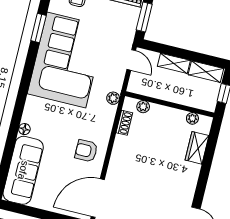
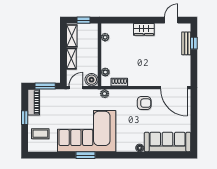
window: (38, 28) -> (85, 155), moved
boiler: (137, 85) -> (92, 80), added
wardrobe: (197, 148) -> (144, 29), moved
armchair: (86, 151) -> (144, 103), turned -90

